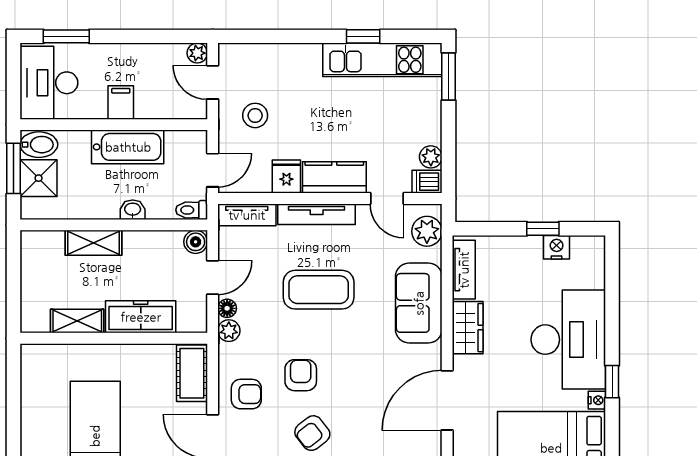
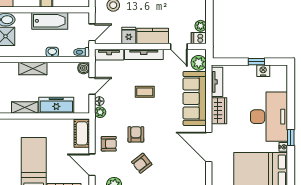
coffee table: (319, 290) -> (145, 92), width x0.54, depth x0.58
sofa: (419, 303) -> (195, 98), width x1.36
door: (447, 400) -> (209, 147), hinge flipped

